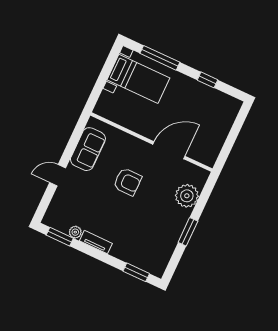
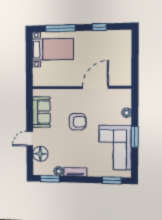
plant: (187, 196) -> (127, 113), width x0.53, depth x0.53
floor lamp: (62, 200) -> (40, 154), added
corner sofa: (159, 234) -> (115, 147), added

